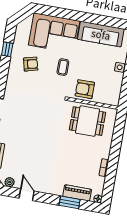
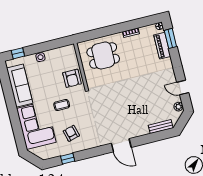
dining table: (87, 121) -> (103, 55), moved, turned 90
door: (27, 195) -> (183, 88), hinge flipped
window: (70, 202) -> (170, 38), moved

